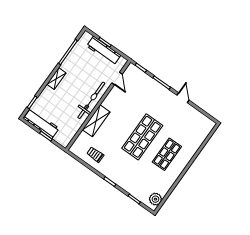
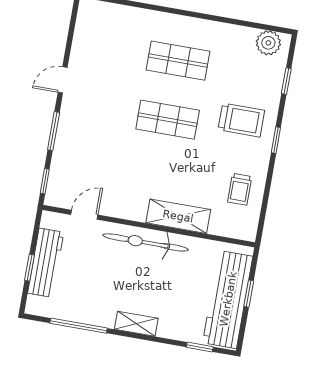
workbench: (41, 123) -> (228, 299), width x1.36, depth x1.32
shop shelf: (142, 137) -> (168, 120), width x0.70, depth x0.74
trolley: (126, 170) -> (241, 120), added

